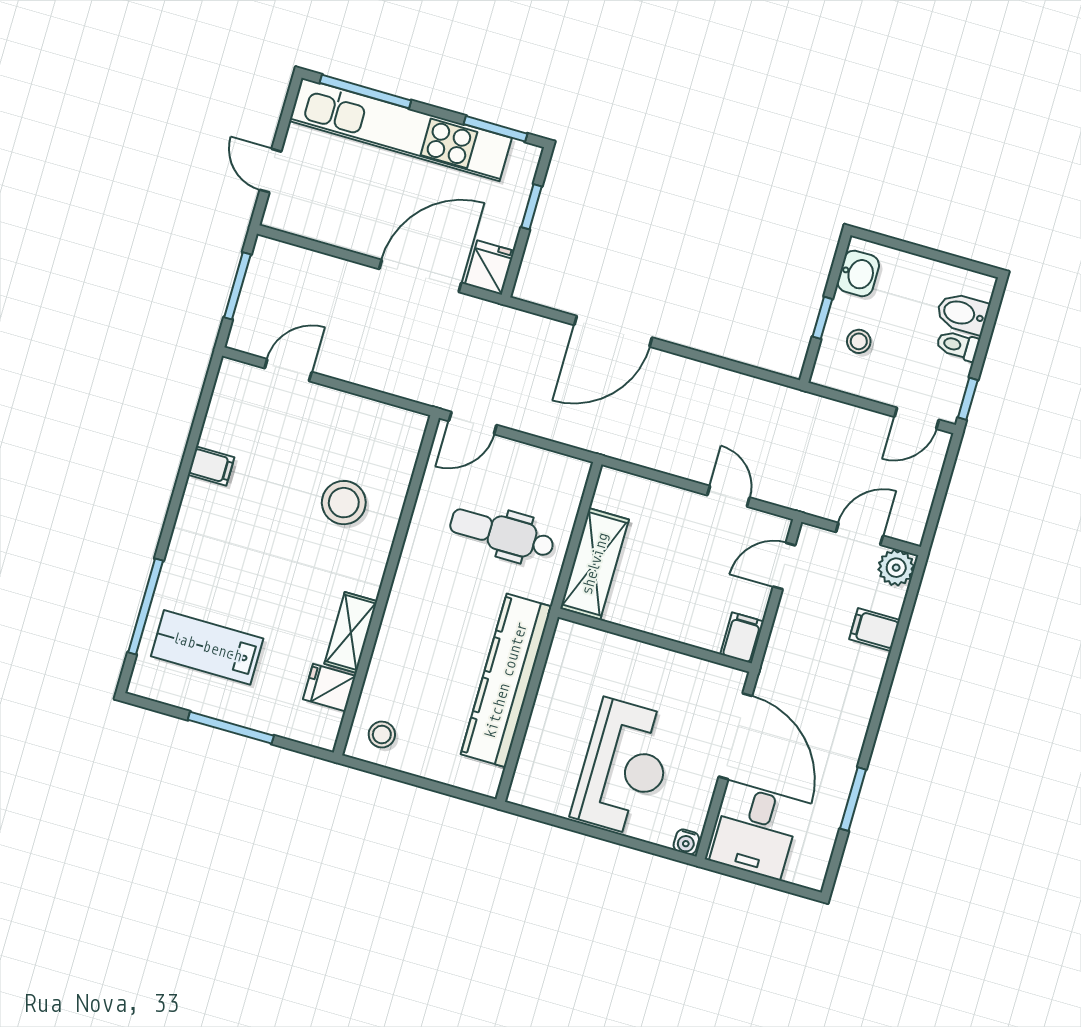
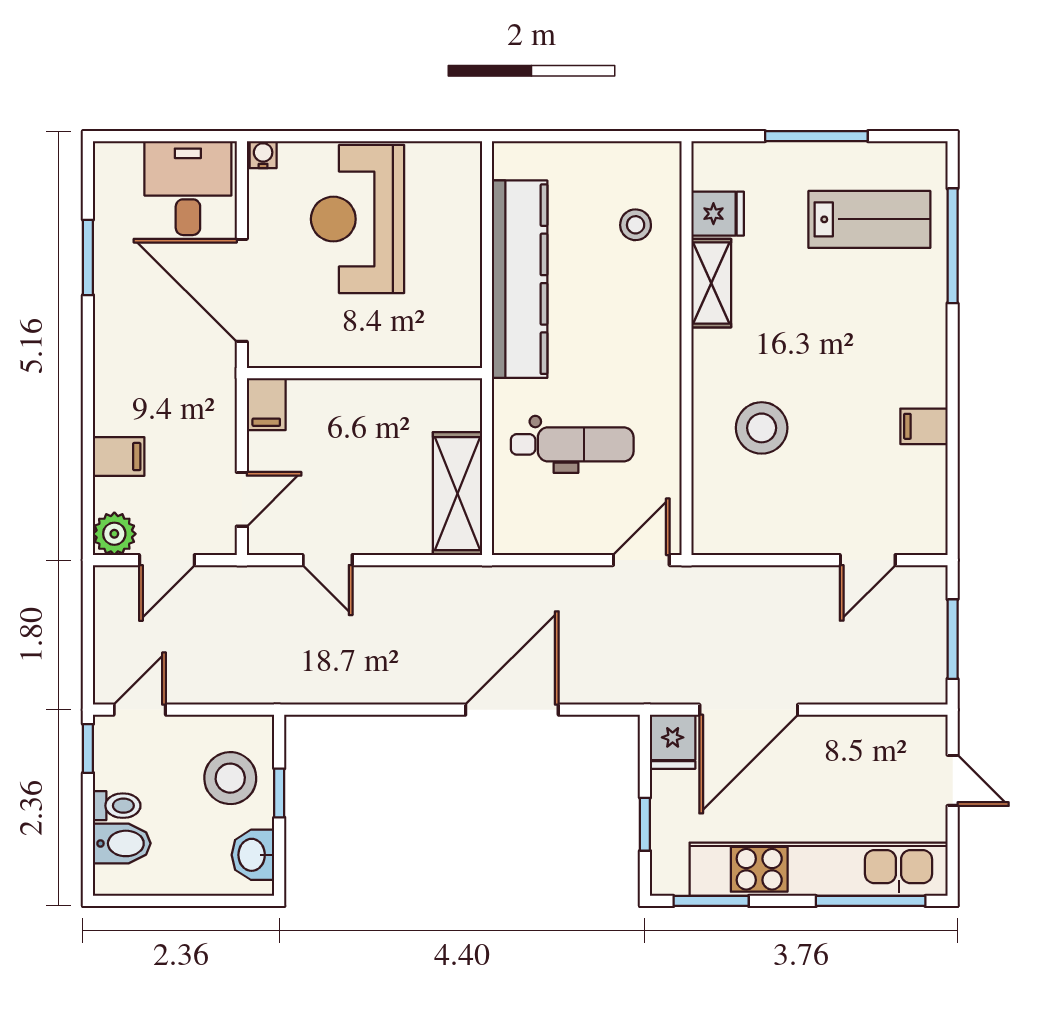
stool: (859, 341) -> (230, 778), width x1.89, depth x1.89
shelving: (595, 564) -> (457, 494), moved
stool: (382, 734) -> (636, 225), moved

